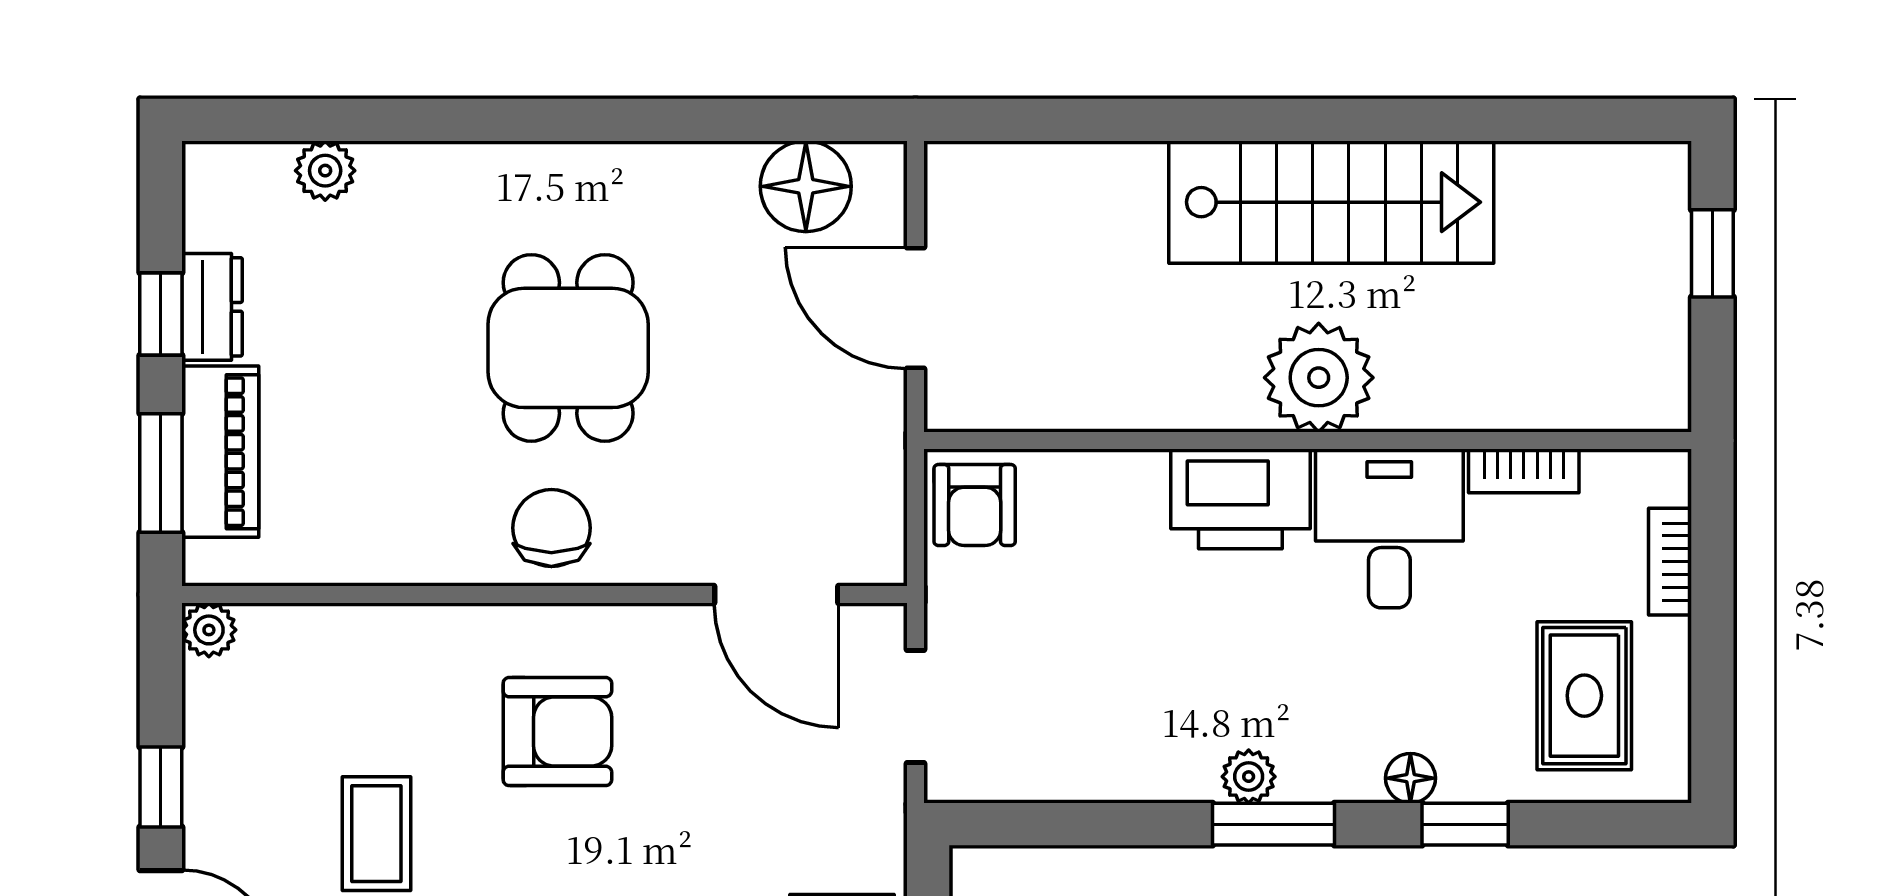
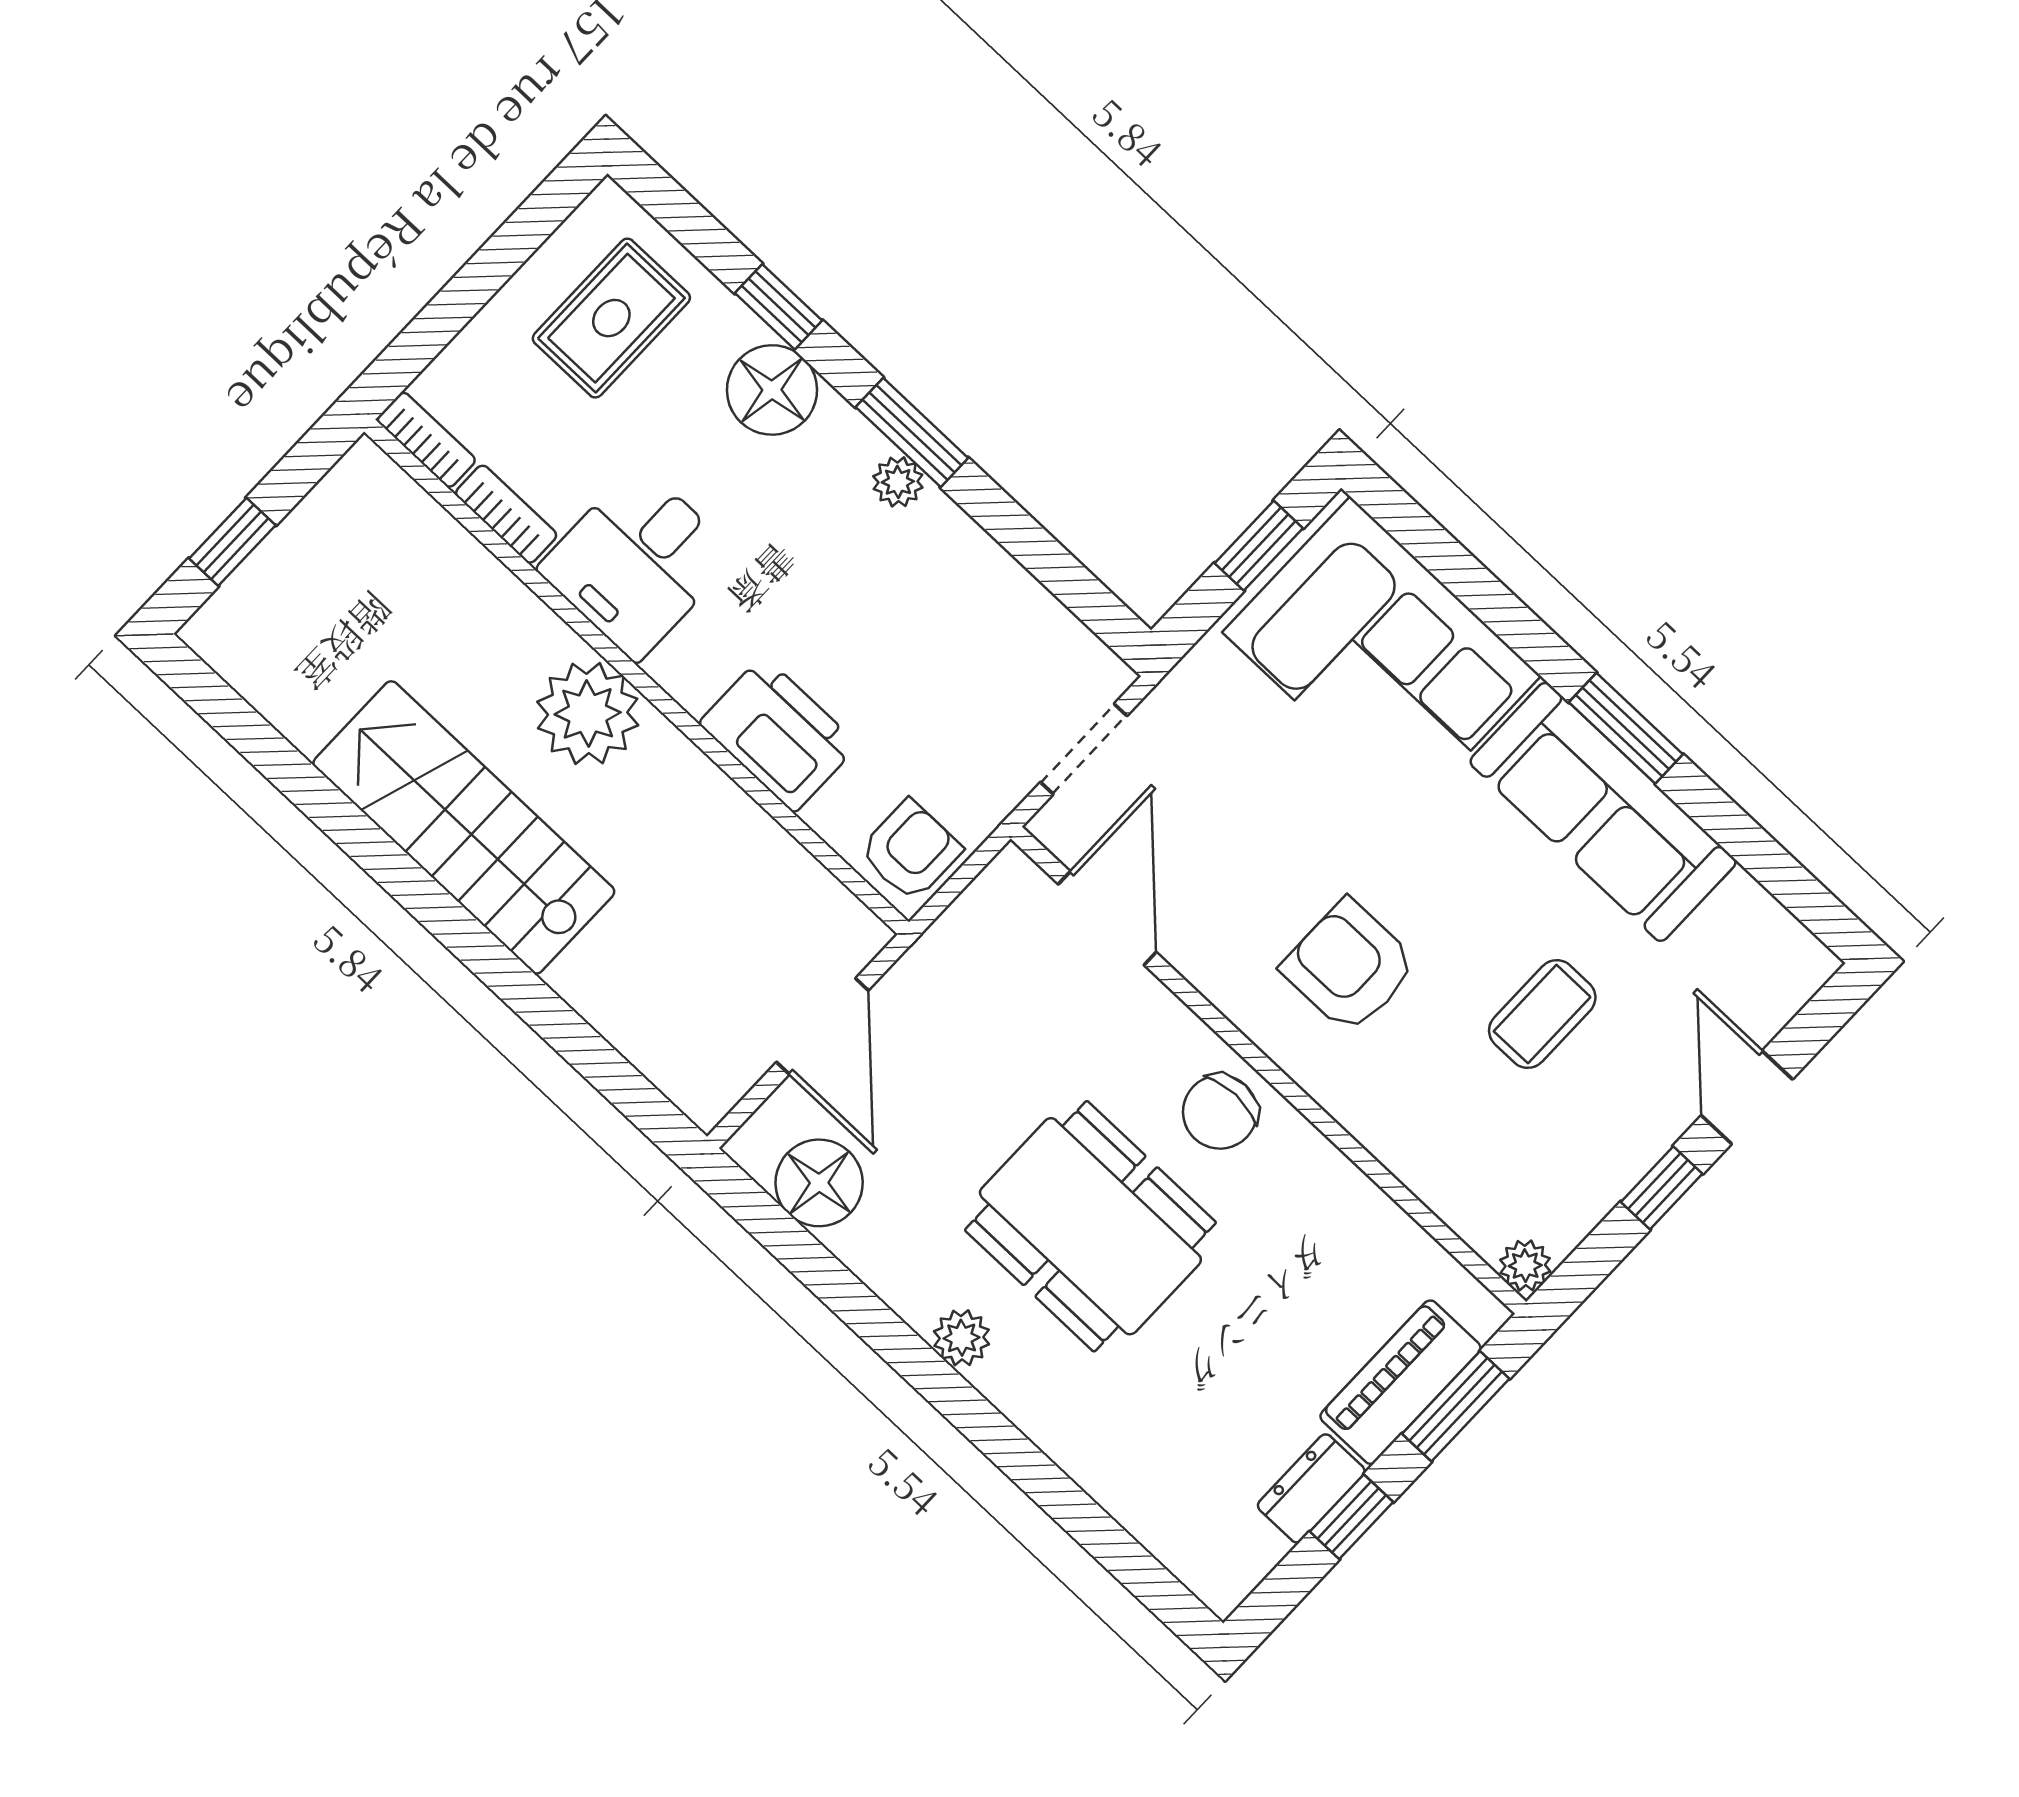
plant: (325, 171) -> (962, 1338), moved
dining table: (568, 348) -> (1090, 1226), width x1.38
printer: (1240, 499) -> (779, 734), moved
bookcase: (1670, 562) -> (426, 440), moved, turned -90
floor lamp: (1410, 778) -> (772, 390), width x1.89, depth x1.89

